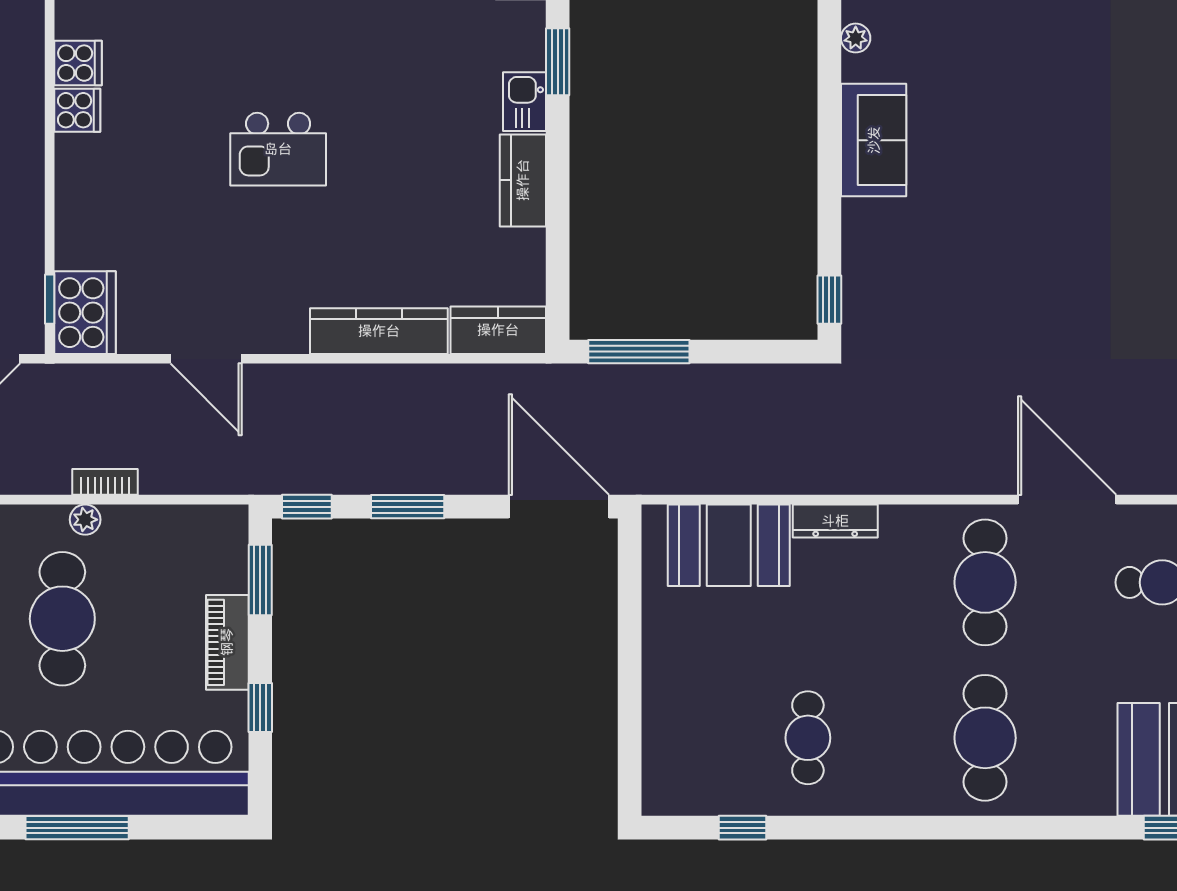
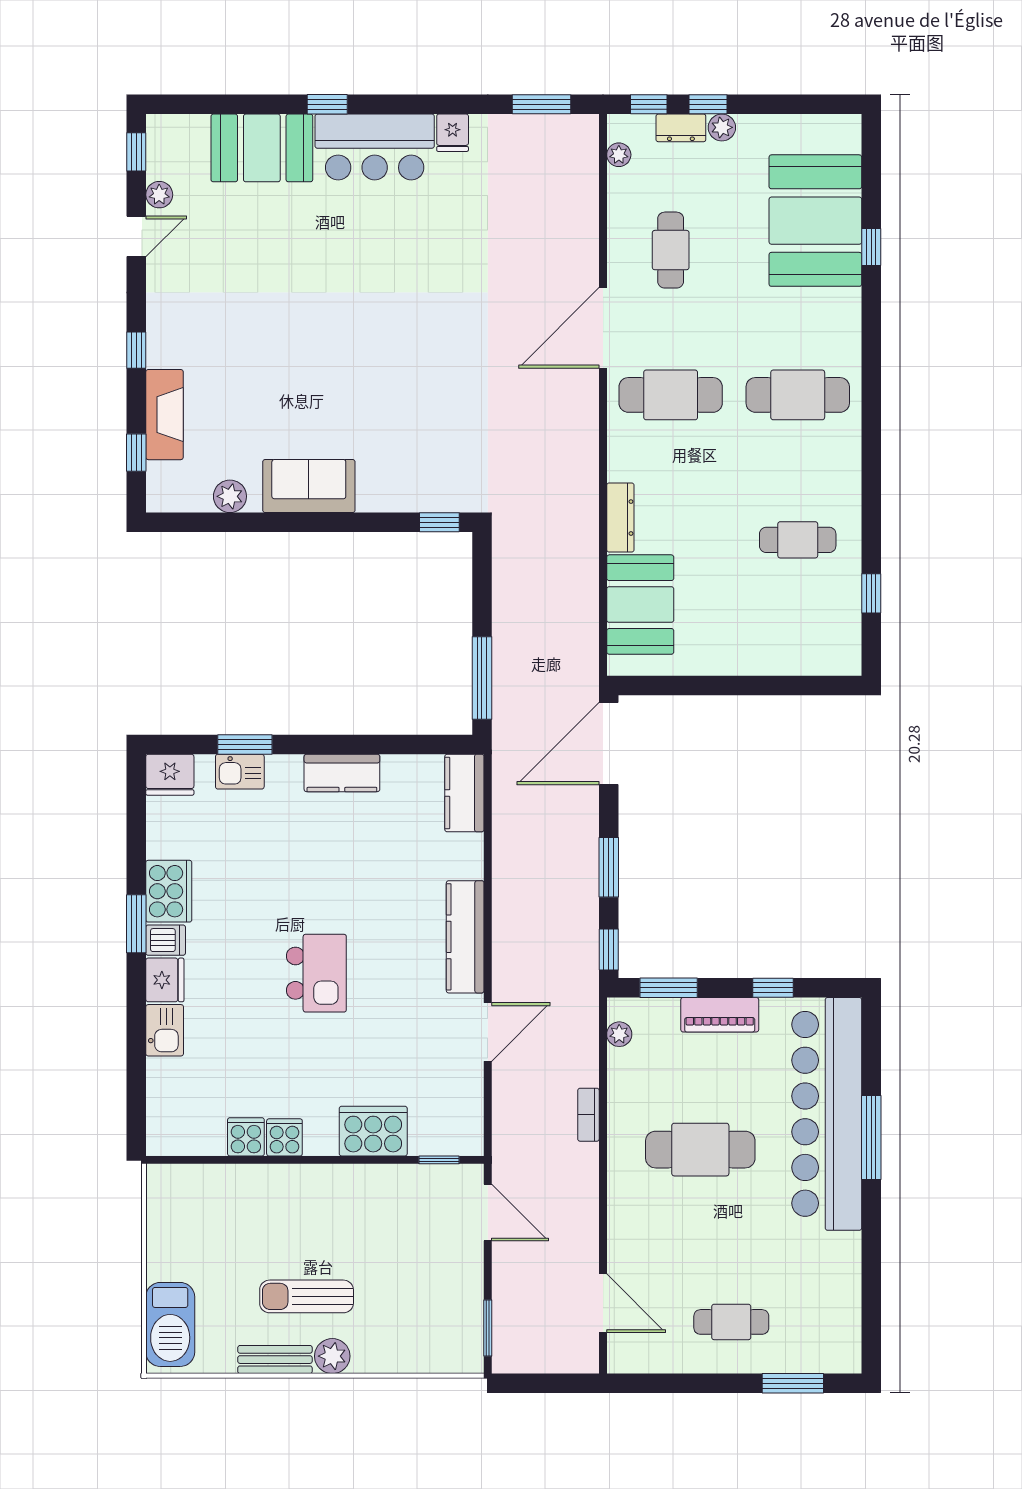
plant: (856, 38) -> (230, 496), width x1.38, depth x1.38
kitchen sink: (524, 102) -> (240, 772), moved
cooker: (85, 313) -> (373, 1131), moved
kitchen counter: (379, 331) -> (465, 937), moved
plant: (85, 520) -> (619, 1034), moved

